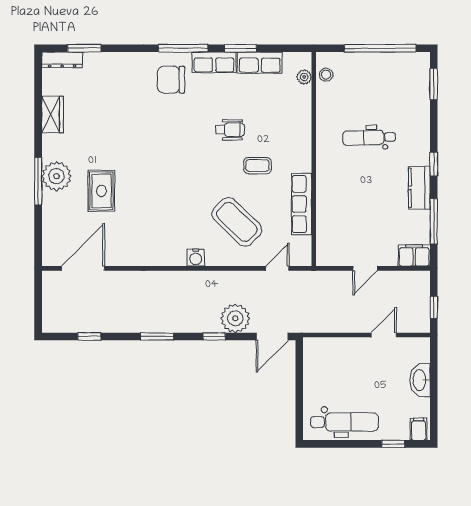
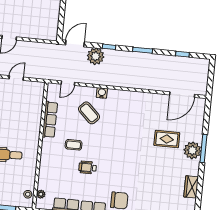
rug: (101, 191) -> (167, 139), turned 90
coffee table: (237, 222) -> (89, 113), width x0.73, depth x0.76
water cooler: (196, 257) -> (102, 93), moved

